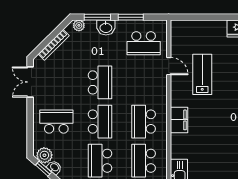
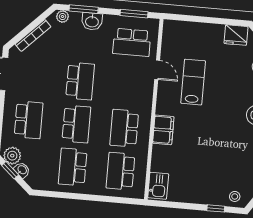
window: (131, 17) -> (134, 14), moved
school desk: (56, 122) -> (29, 120), turned 90

